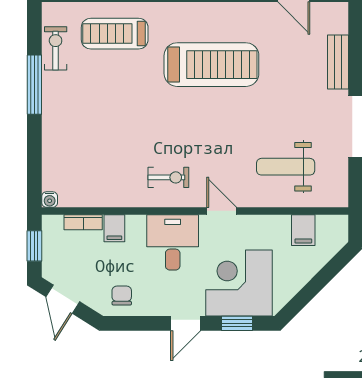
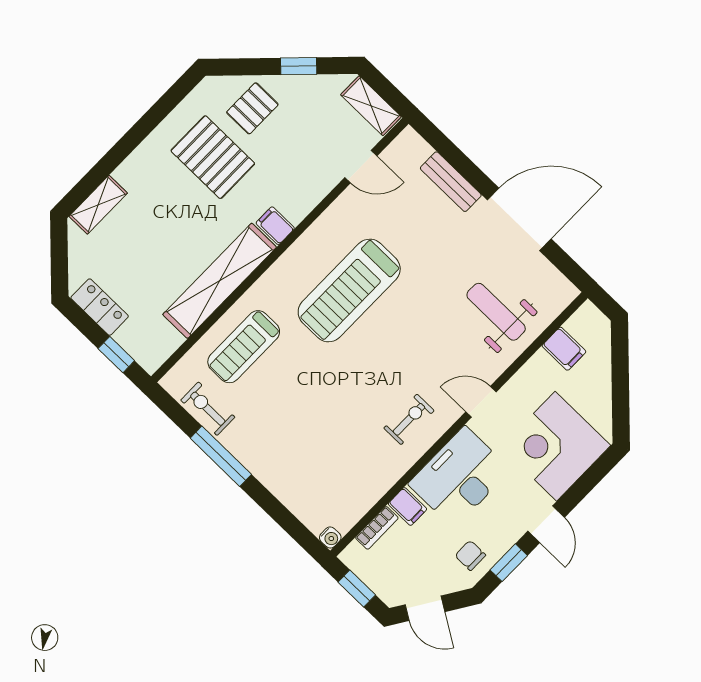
treadmill: (211, 65) -> (349, 291), turned 180
weight bench: (286, 167) -> (496, 312), turned 90
desk: (173, 242) -> (459, 477), width x1.37
window: (237, 323) -> (509, 563), moved

